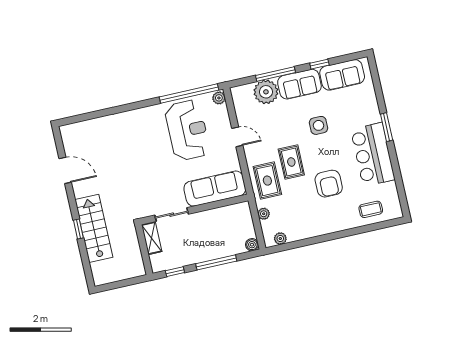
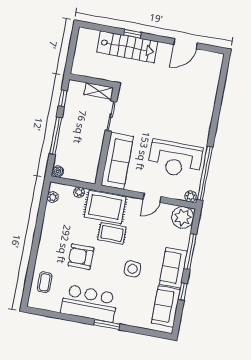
plant: (266, 92) -> (183, 217), moved
rug: (267, 181) -> (105, 207), width x1.36, depth x1.43

